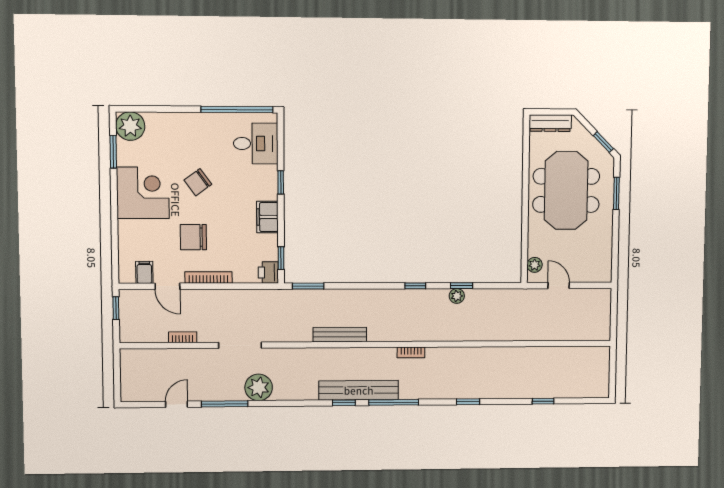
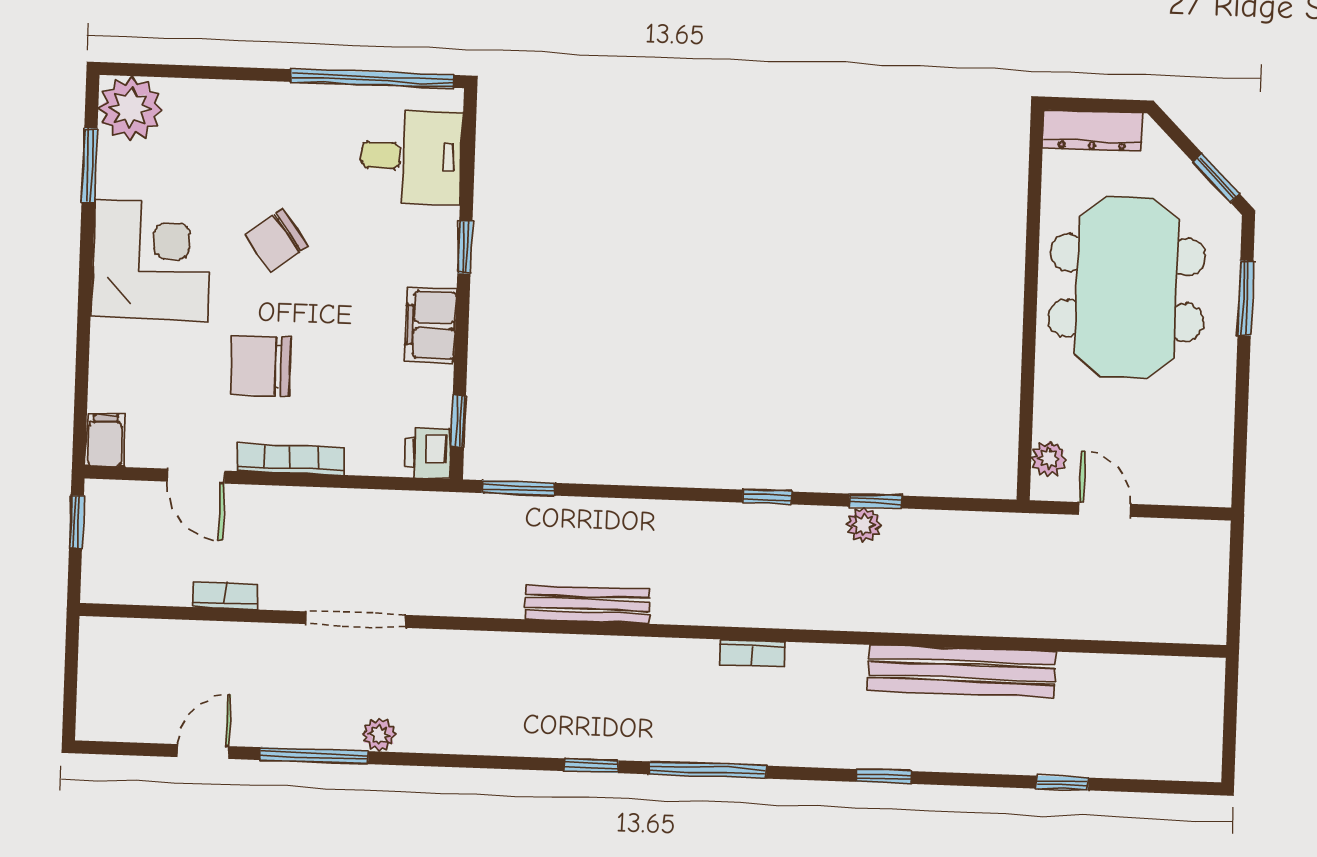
filing cabinet: (144, 272) -> (105, 441), moved
plant: (259, 387) -> (379, 735), width x0.53, depth x0.53
bench: (359, 390) -> (962, 671), moved

